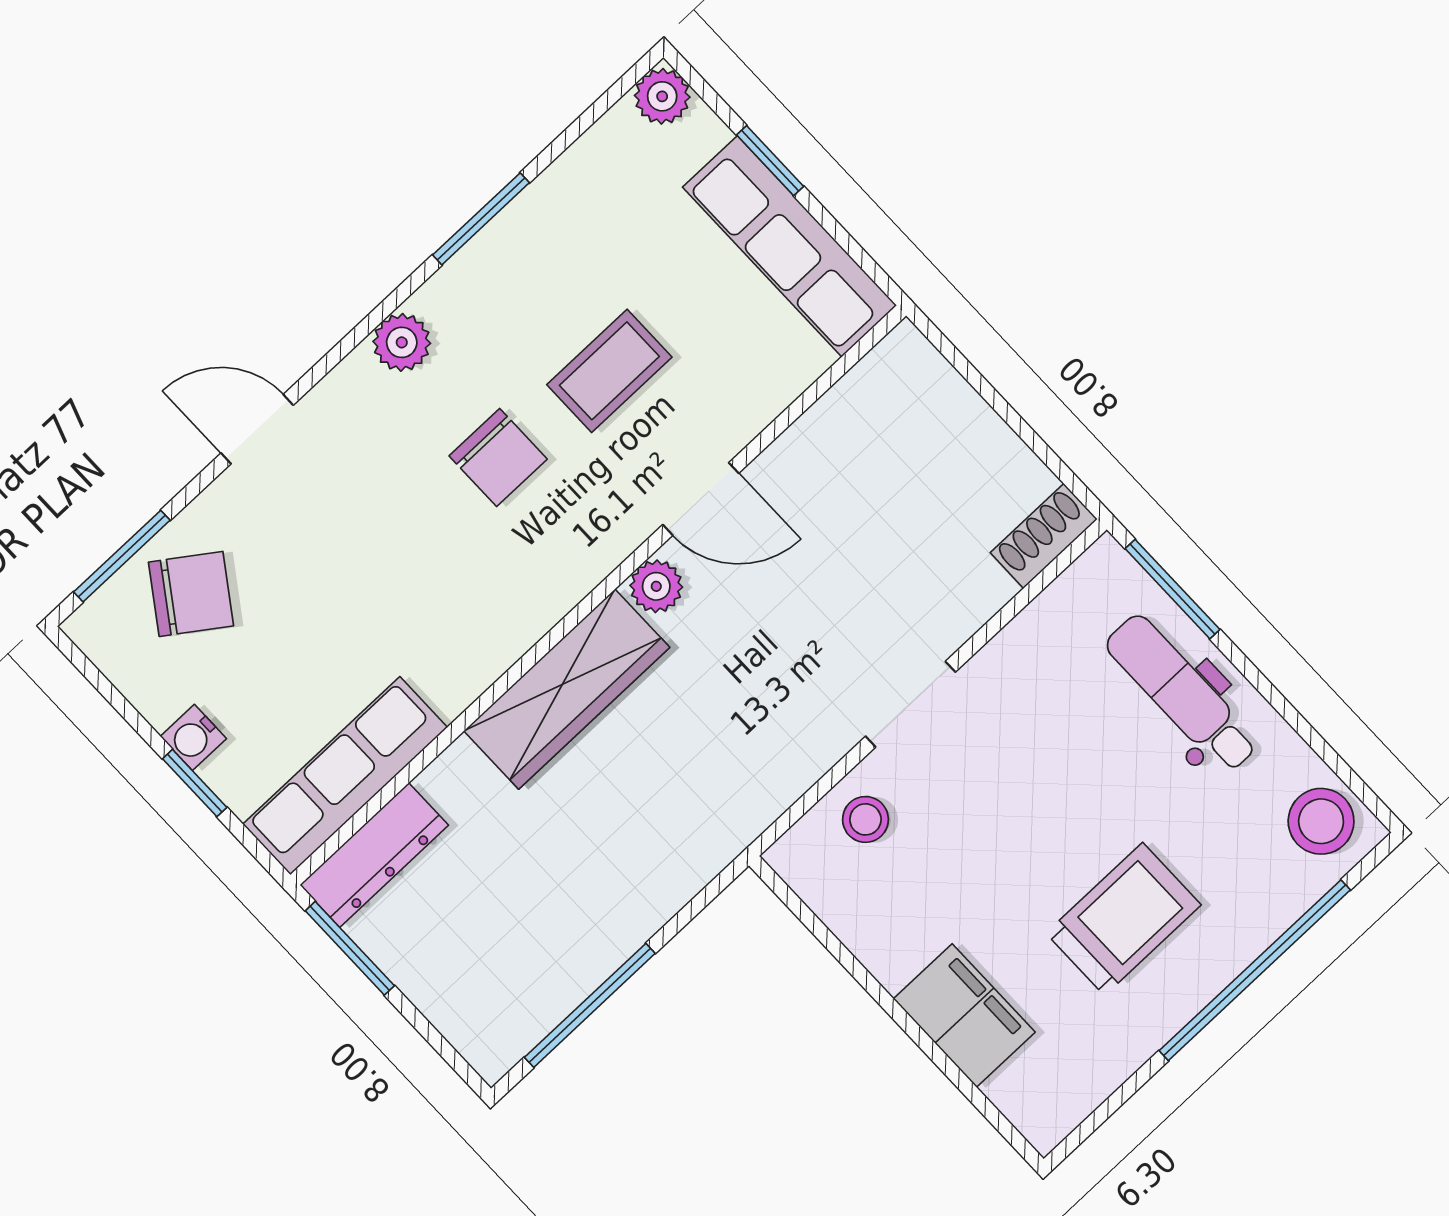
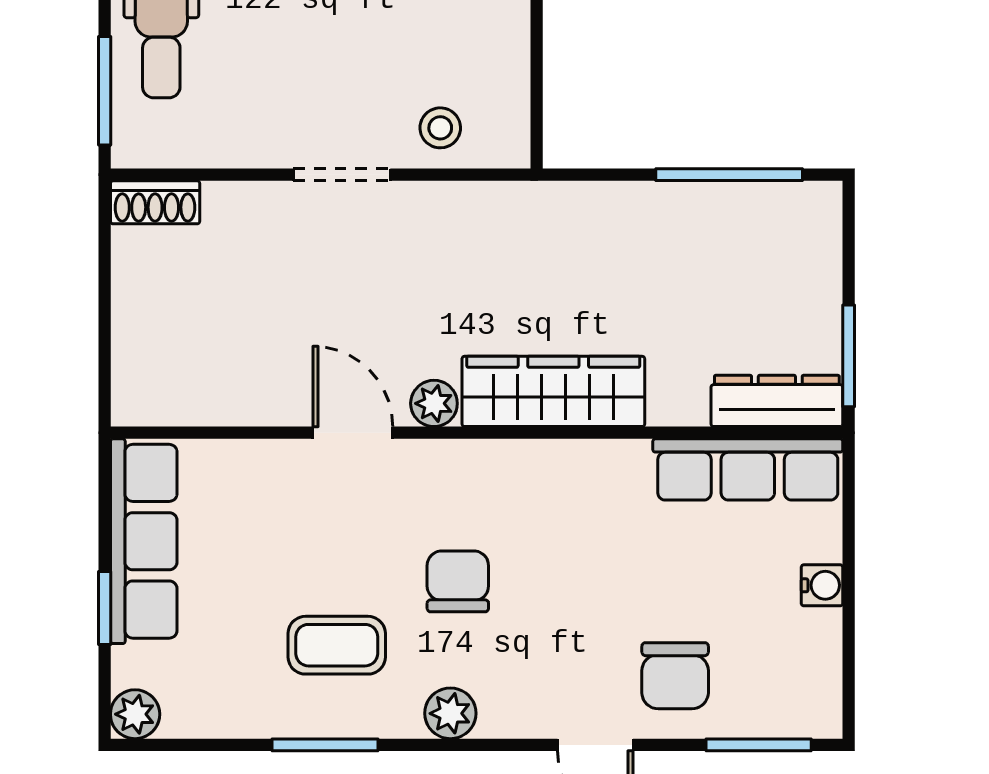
coffee table: (609, 371) -> (337, 645), moved
chair: (191, 594) -> (675, 676), moved, turned -125
window: (195, 783) -> (849, 555), removed

